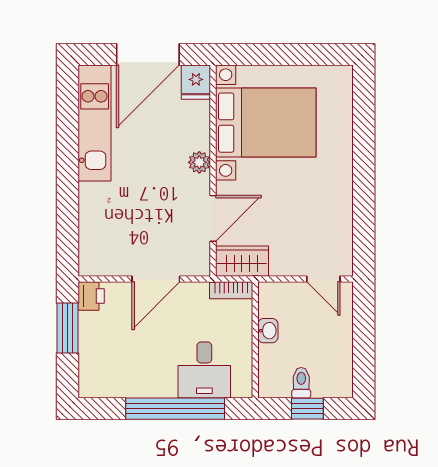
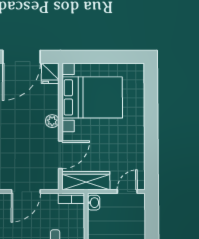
wardrobe: (242, 261) -> (86, 181), width x1.50
door: (323, 279) -> (127, 191), swing flipped
washbasin: (268, 331) -> (94, 203), moved

